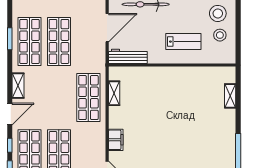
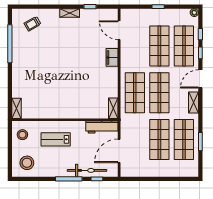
stool: (220, 35) -> (22, 135), moved
shelving: (114, 93) -> (113, 108), moved
shelving: (230, 96) -> (17, 108), moved
shop shelf: (59, 98) -> (159, 93), added

